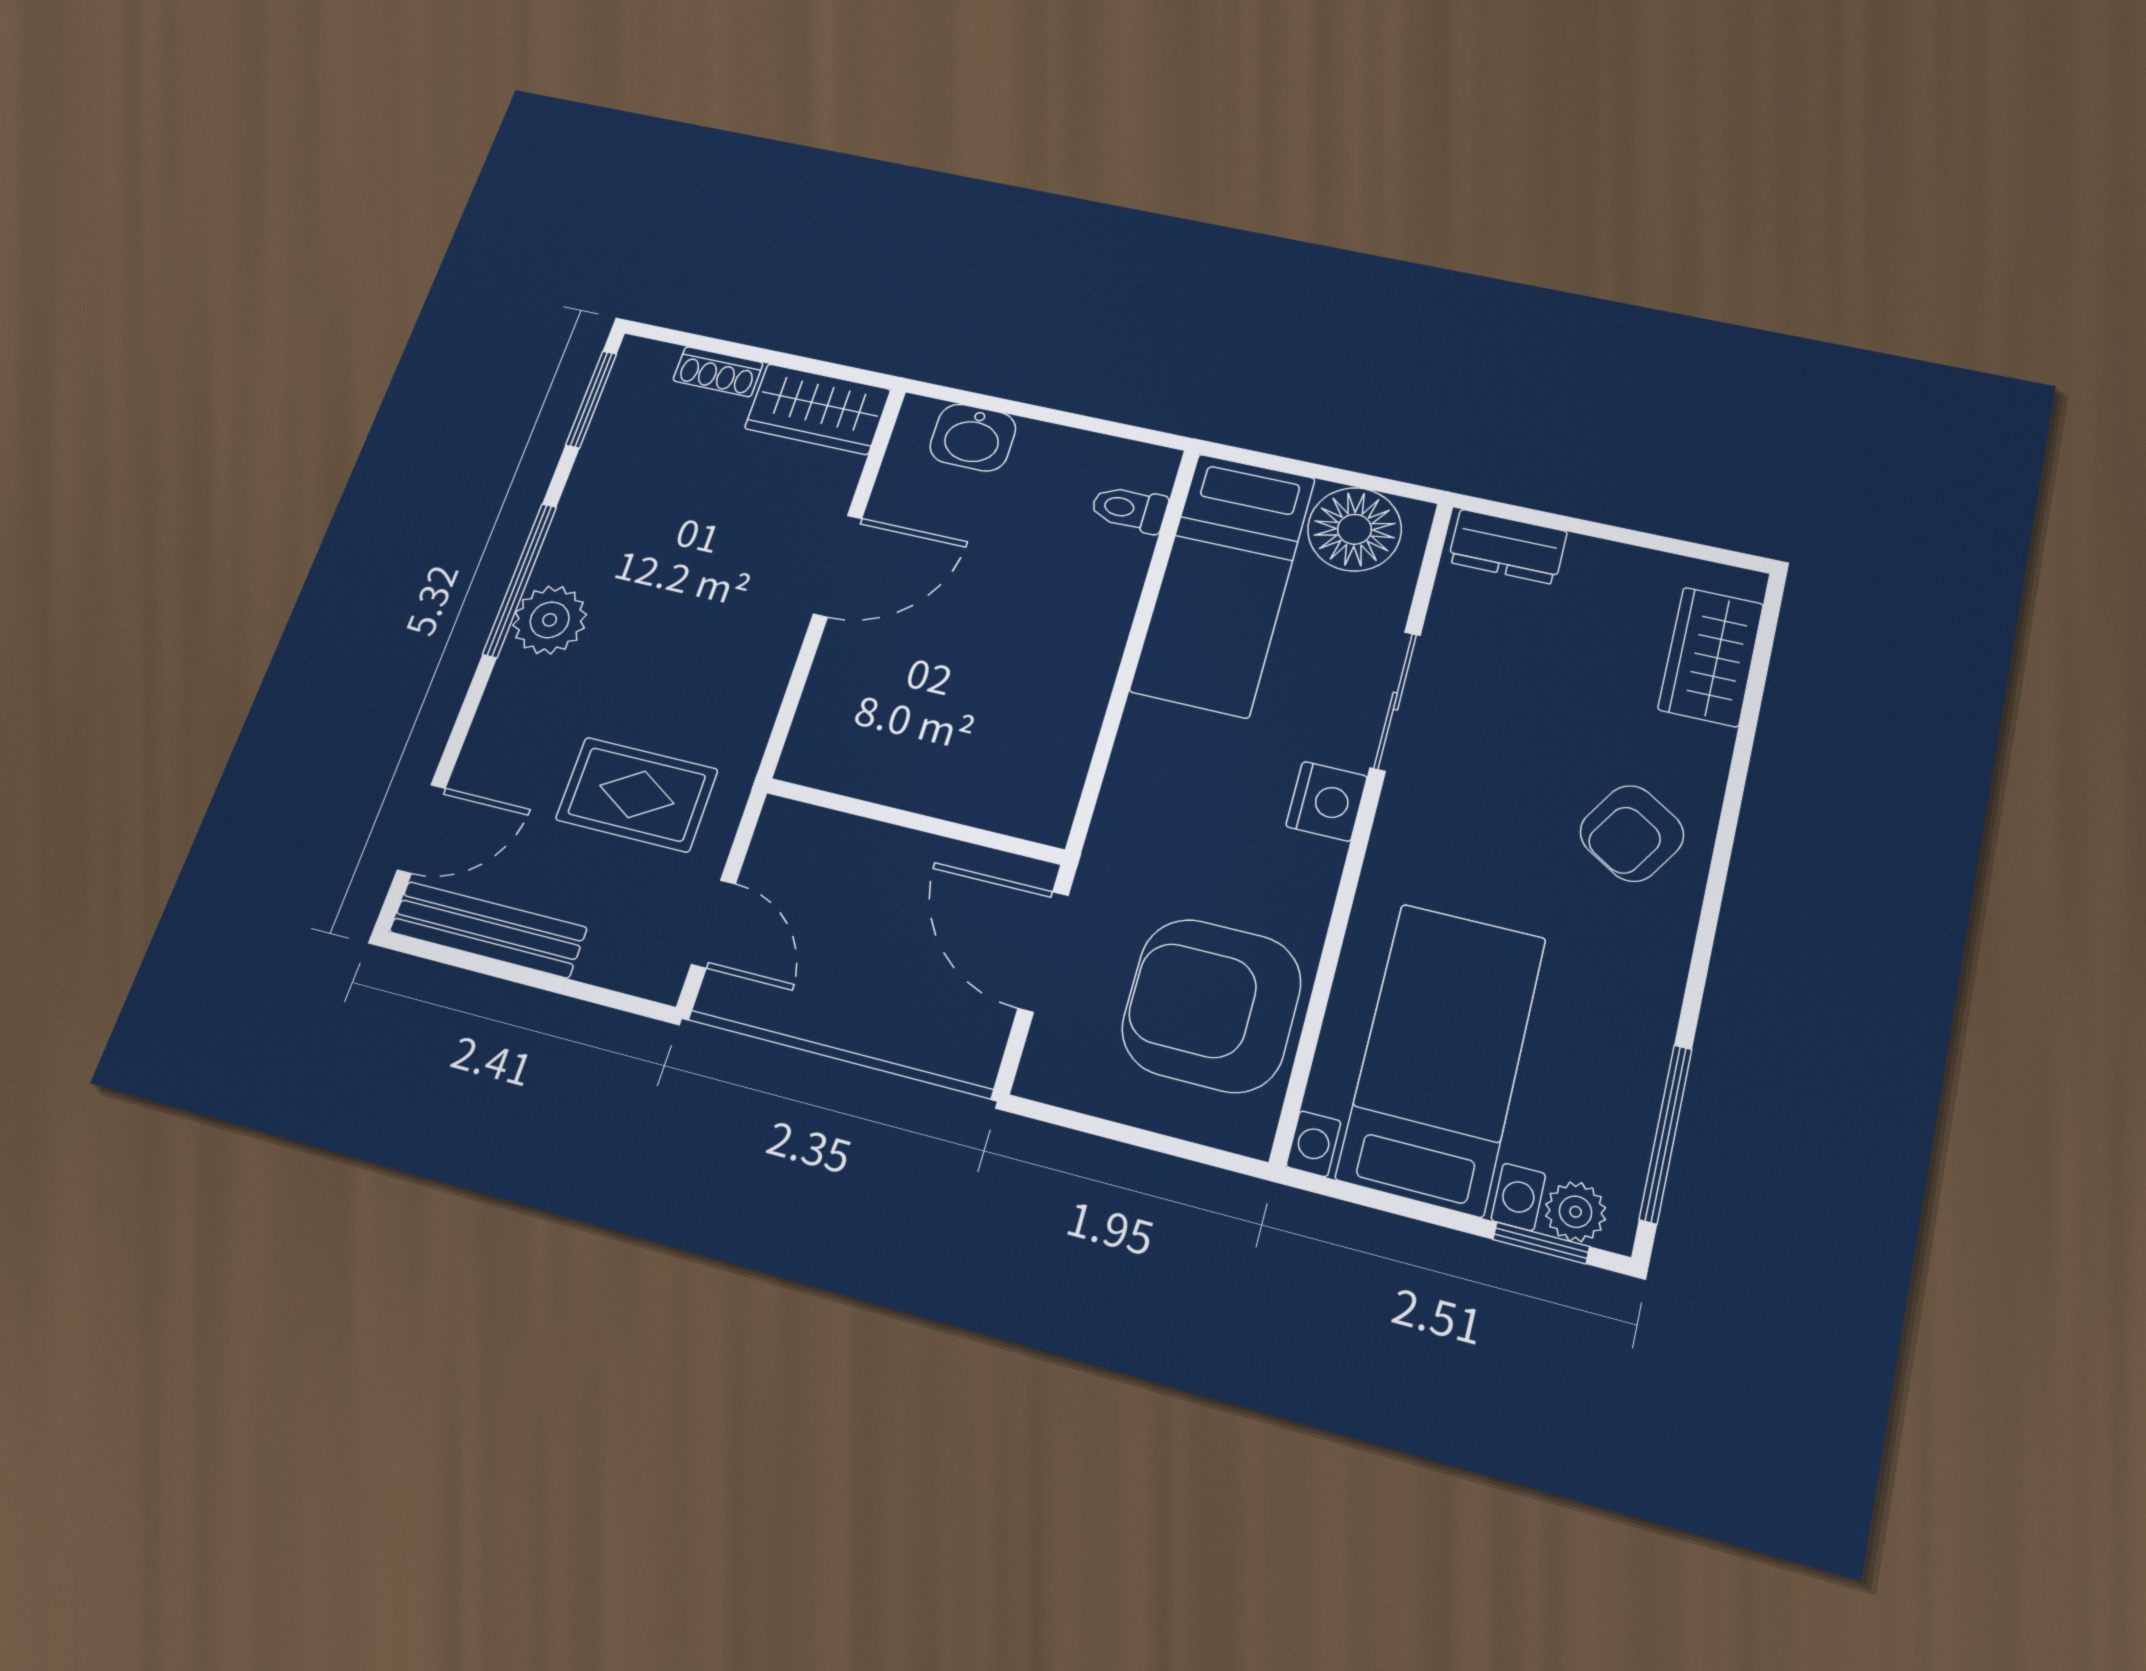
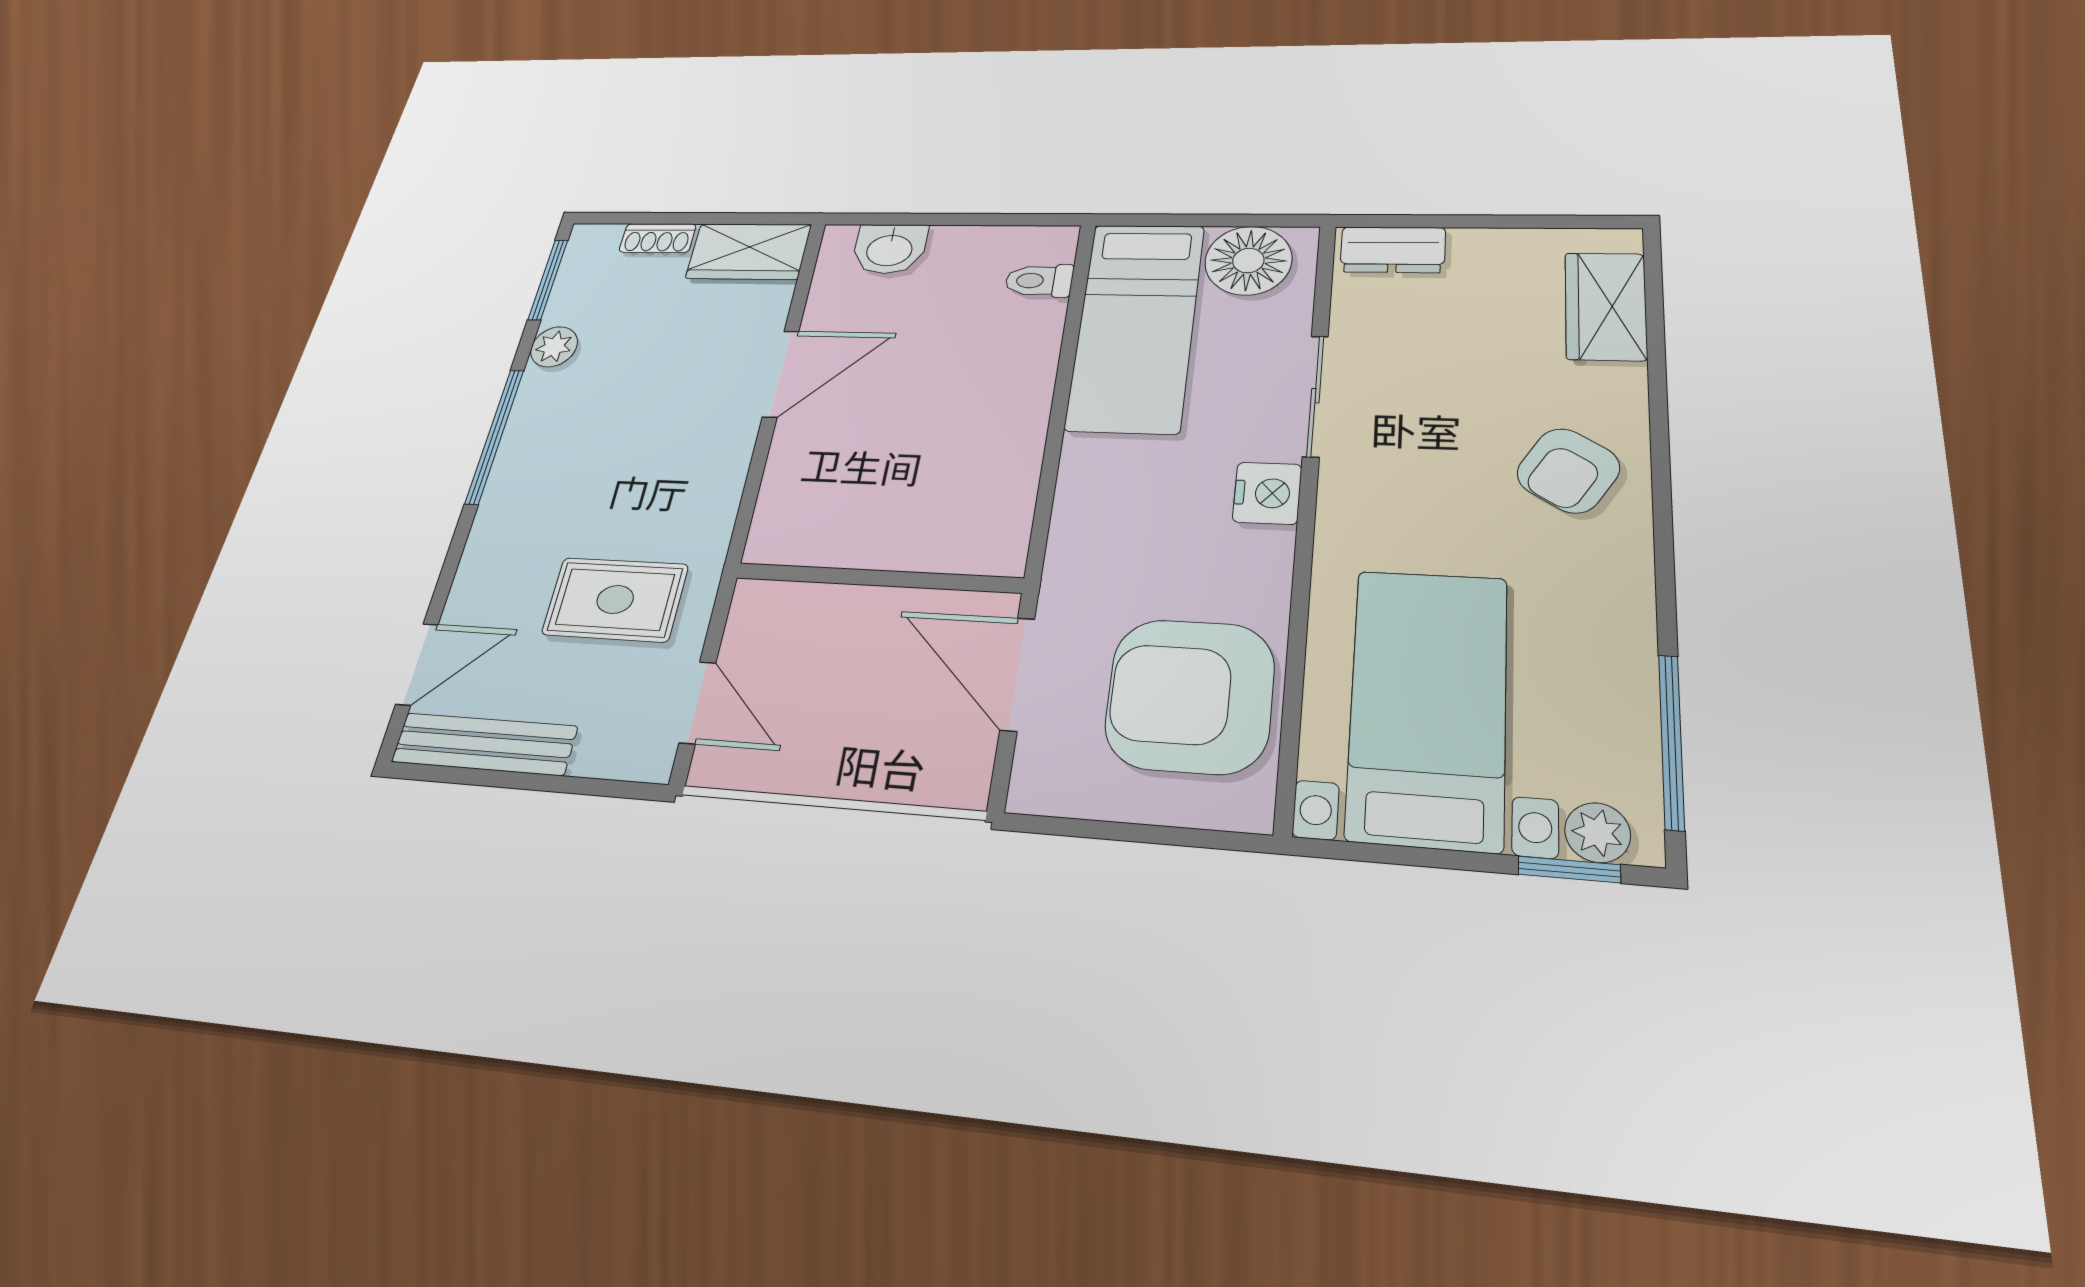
plant: (550, 620) -> (554, 347), moved, width x0.73, depth x0.73

